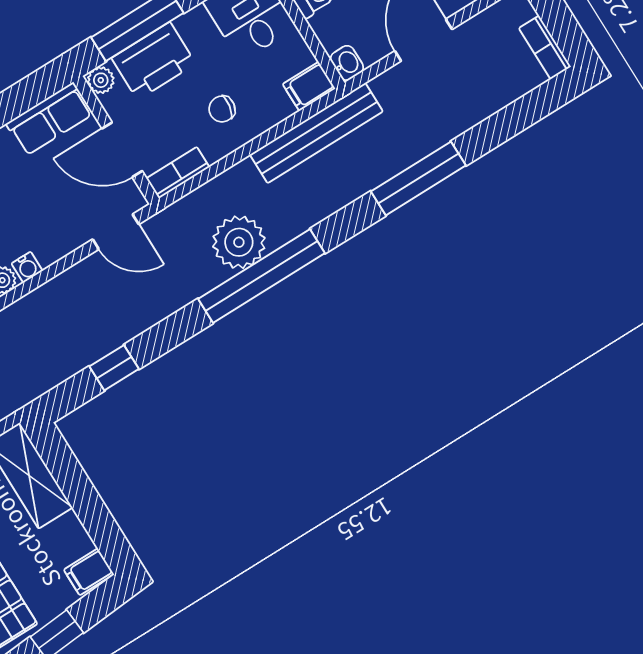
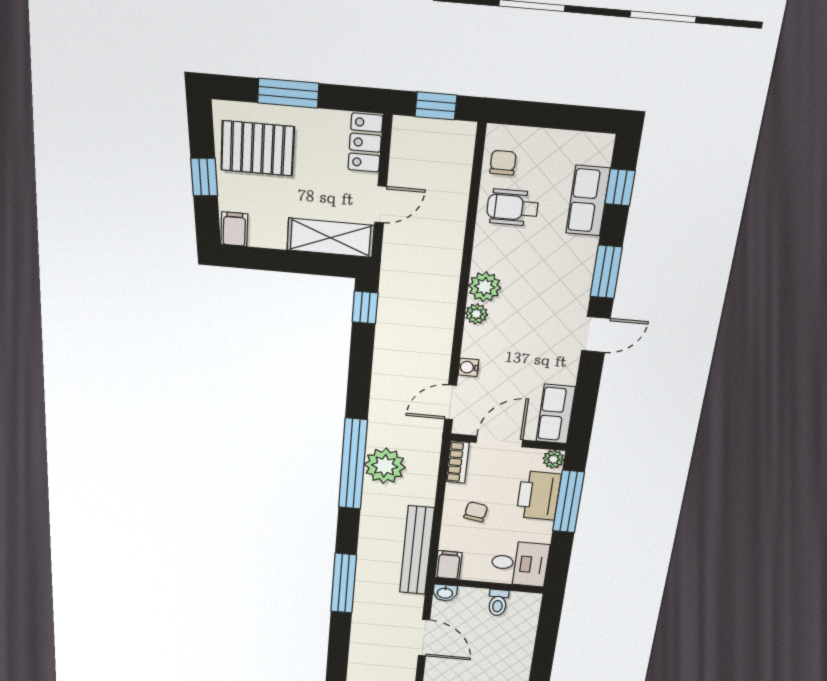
water cooler: (27, 267) -> (468, 367), moved
window: (114, 368) -> (365, 307), moved

